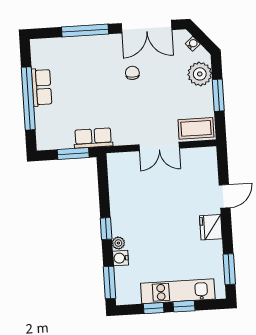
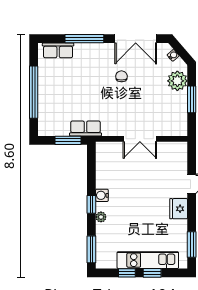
row of seats: (42, 87) -> (58, 50), moved, turned 90
coffee table: (196, 128) -> (171, 126), removed
water cooler: (121, 258) -> (102, 195), moved

